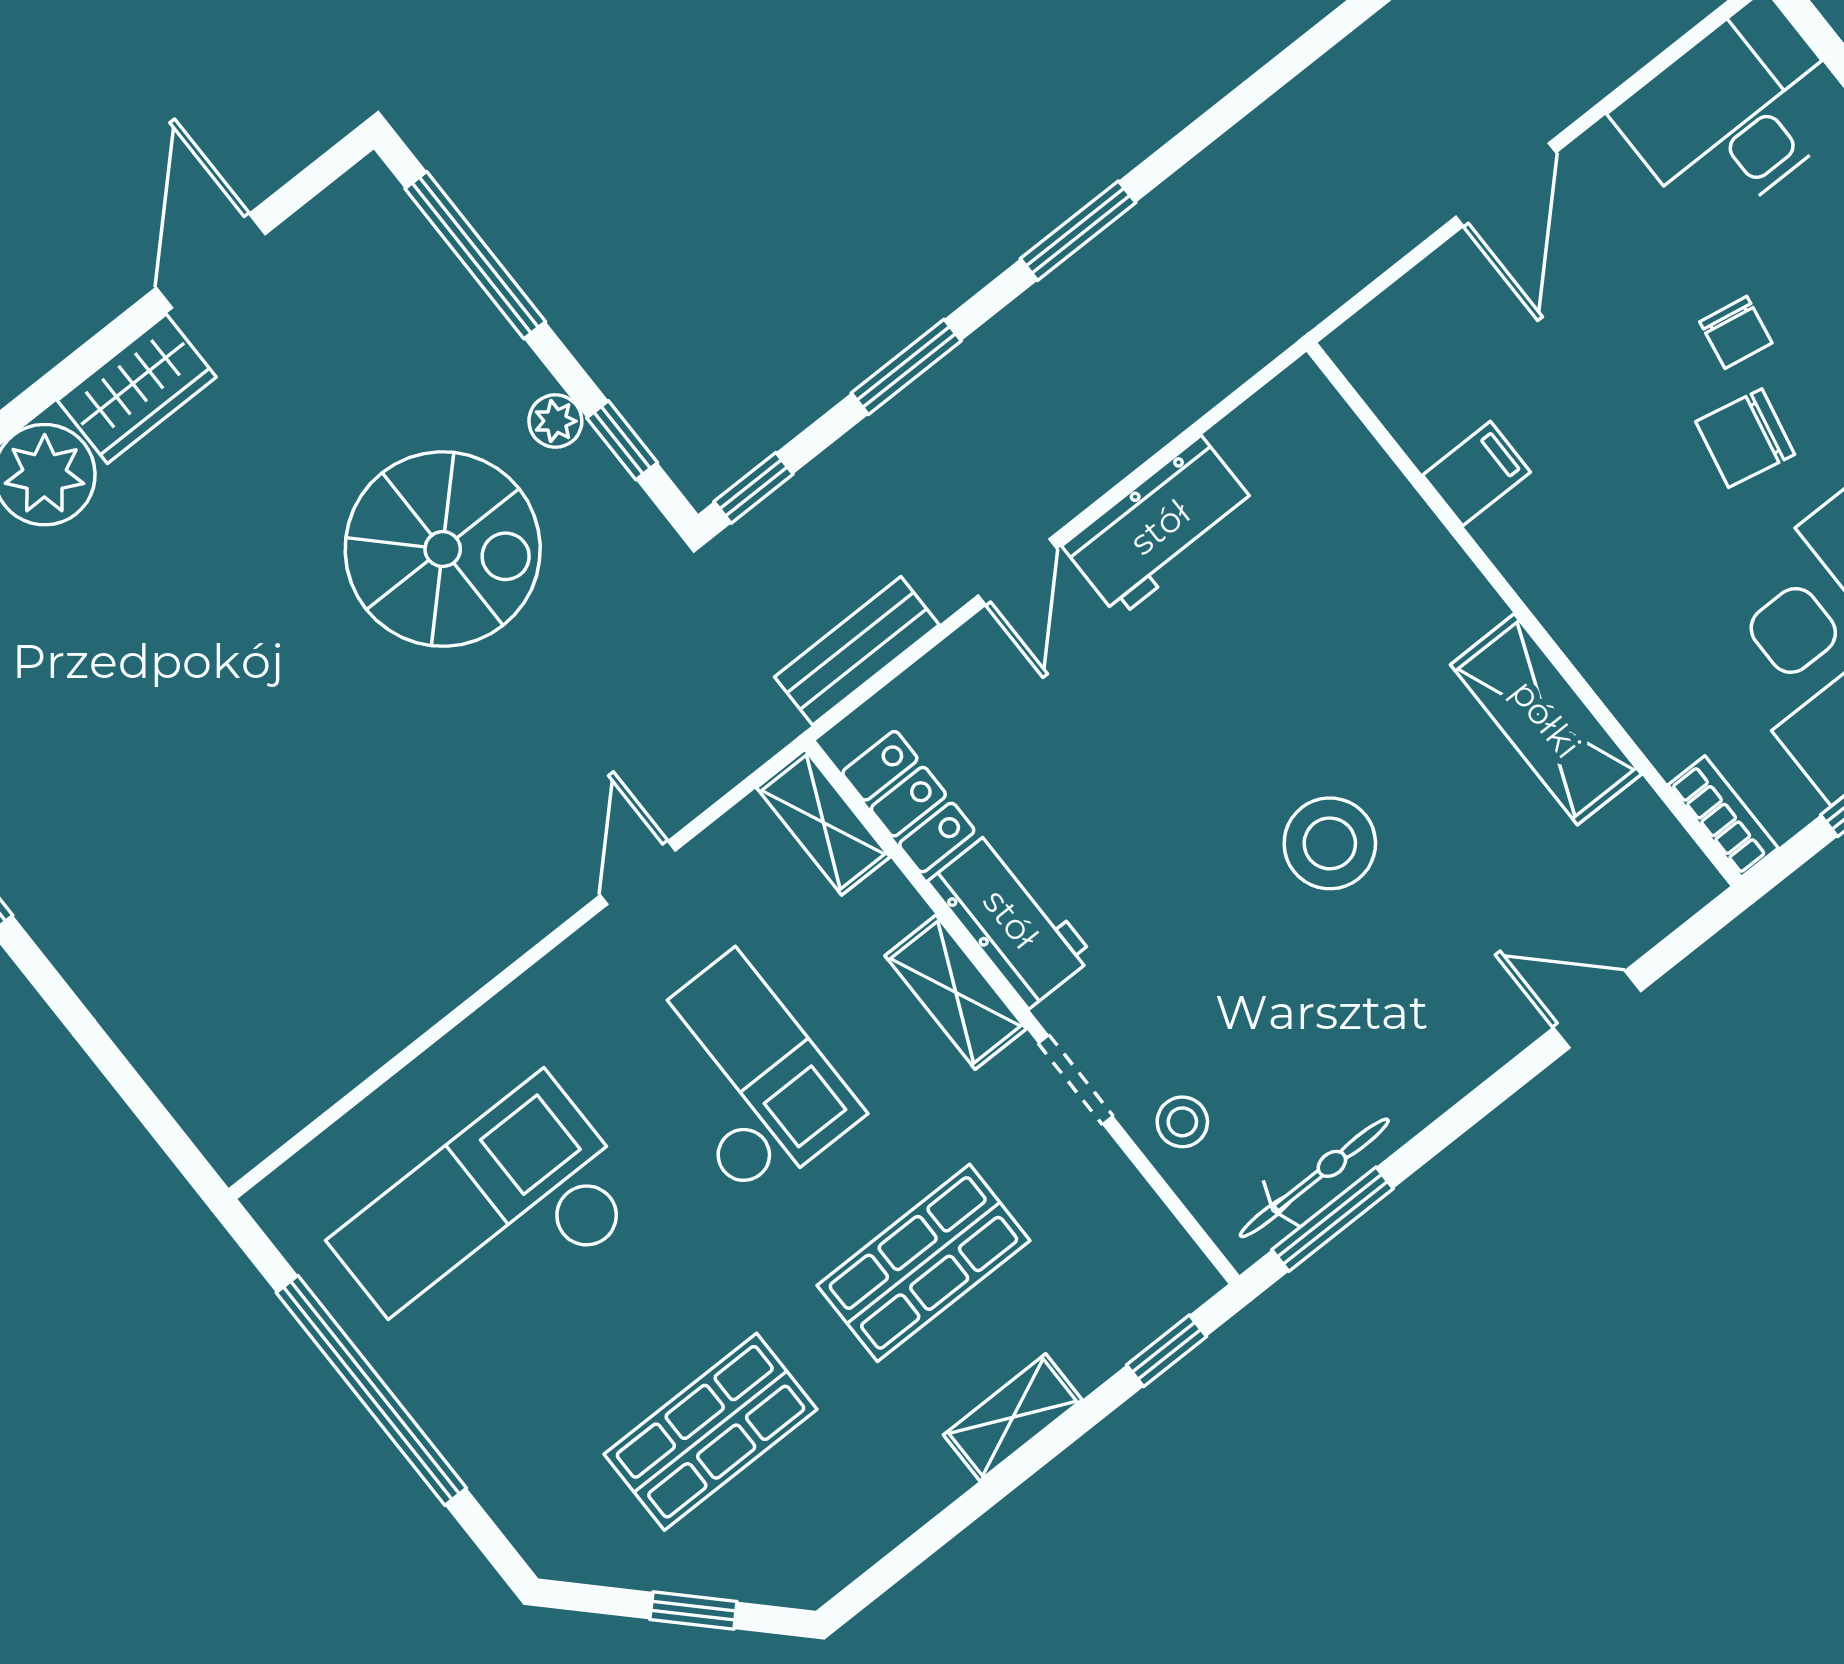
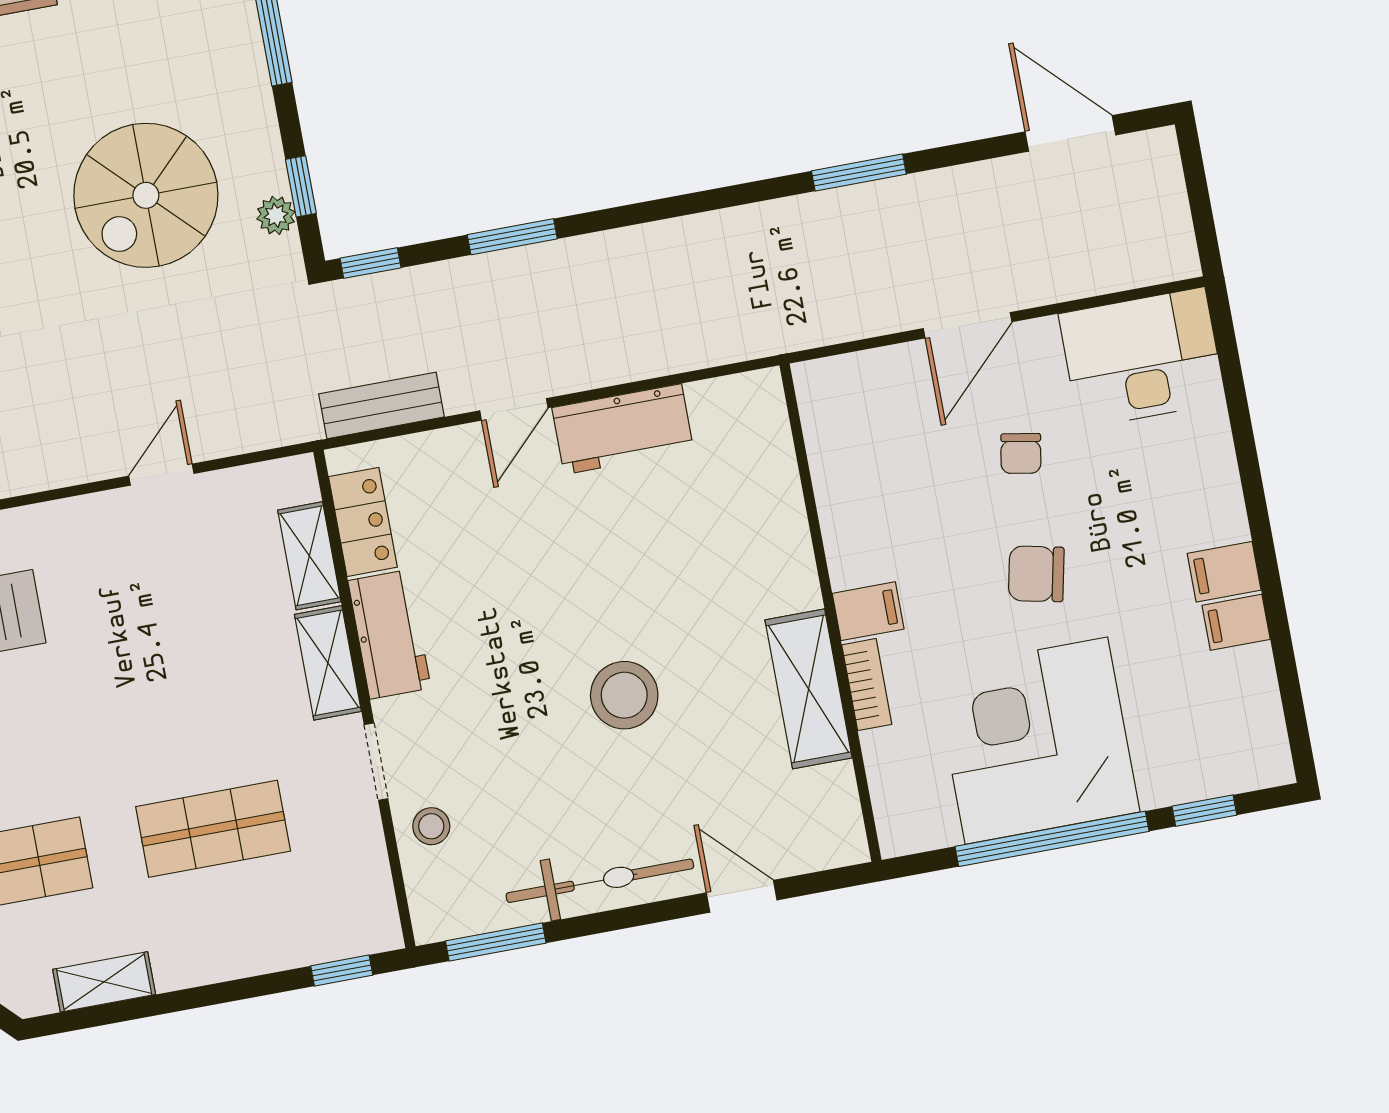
window: (1078, 231) -> (859, 172), moved
chair: (1736, 332) -> (1021, 453), moved
plant: (555, 421) -> (276, 215), moved
filing cabinet: (1476, 474) -> (868, 611), moved
spiral stairs: (443, 549) -> (146, 195), turned 90
bookcase: (1723, 817) -> (867, 685), moved
shelving: (823, 822) -> (309, 556), moved
checkout: (743, 1076) -> (160, 644), removed
bicycle: (1314, 1178) -> (600, 881), moved, width x1.37, depth x1.40
shelving: (1013, 1417) -> (104, 982), moved

